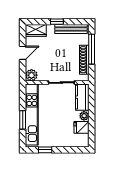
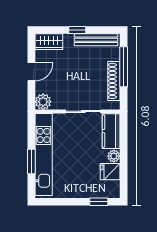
window: (45, 150) -> (99, 202), moved

